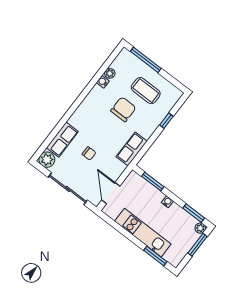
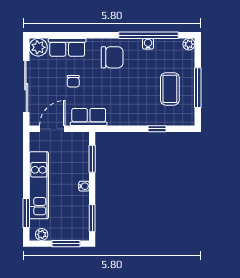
window: (146, 60) -> (198, 88), moved
plant: (110, 73) -> (189, 44), moved
window: (97, 77) -> (149, 35), added
chair: (123, 109) -> (112, 57), moved
row of seats: (132, 149) -> (89, 117), moved
plant: (200, 228) -> (42, 234), moved

